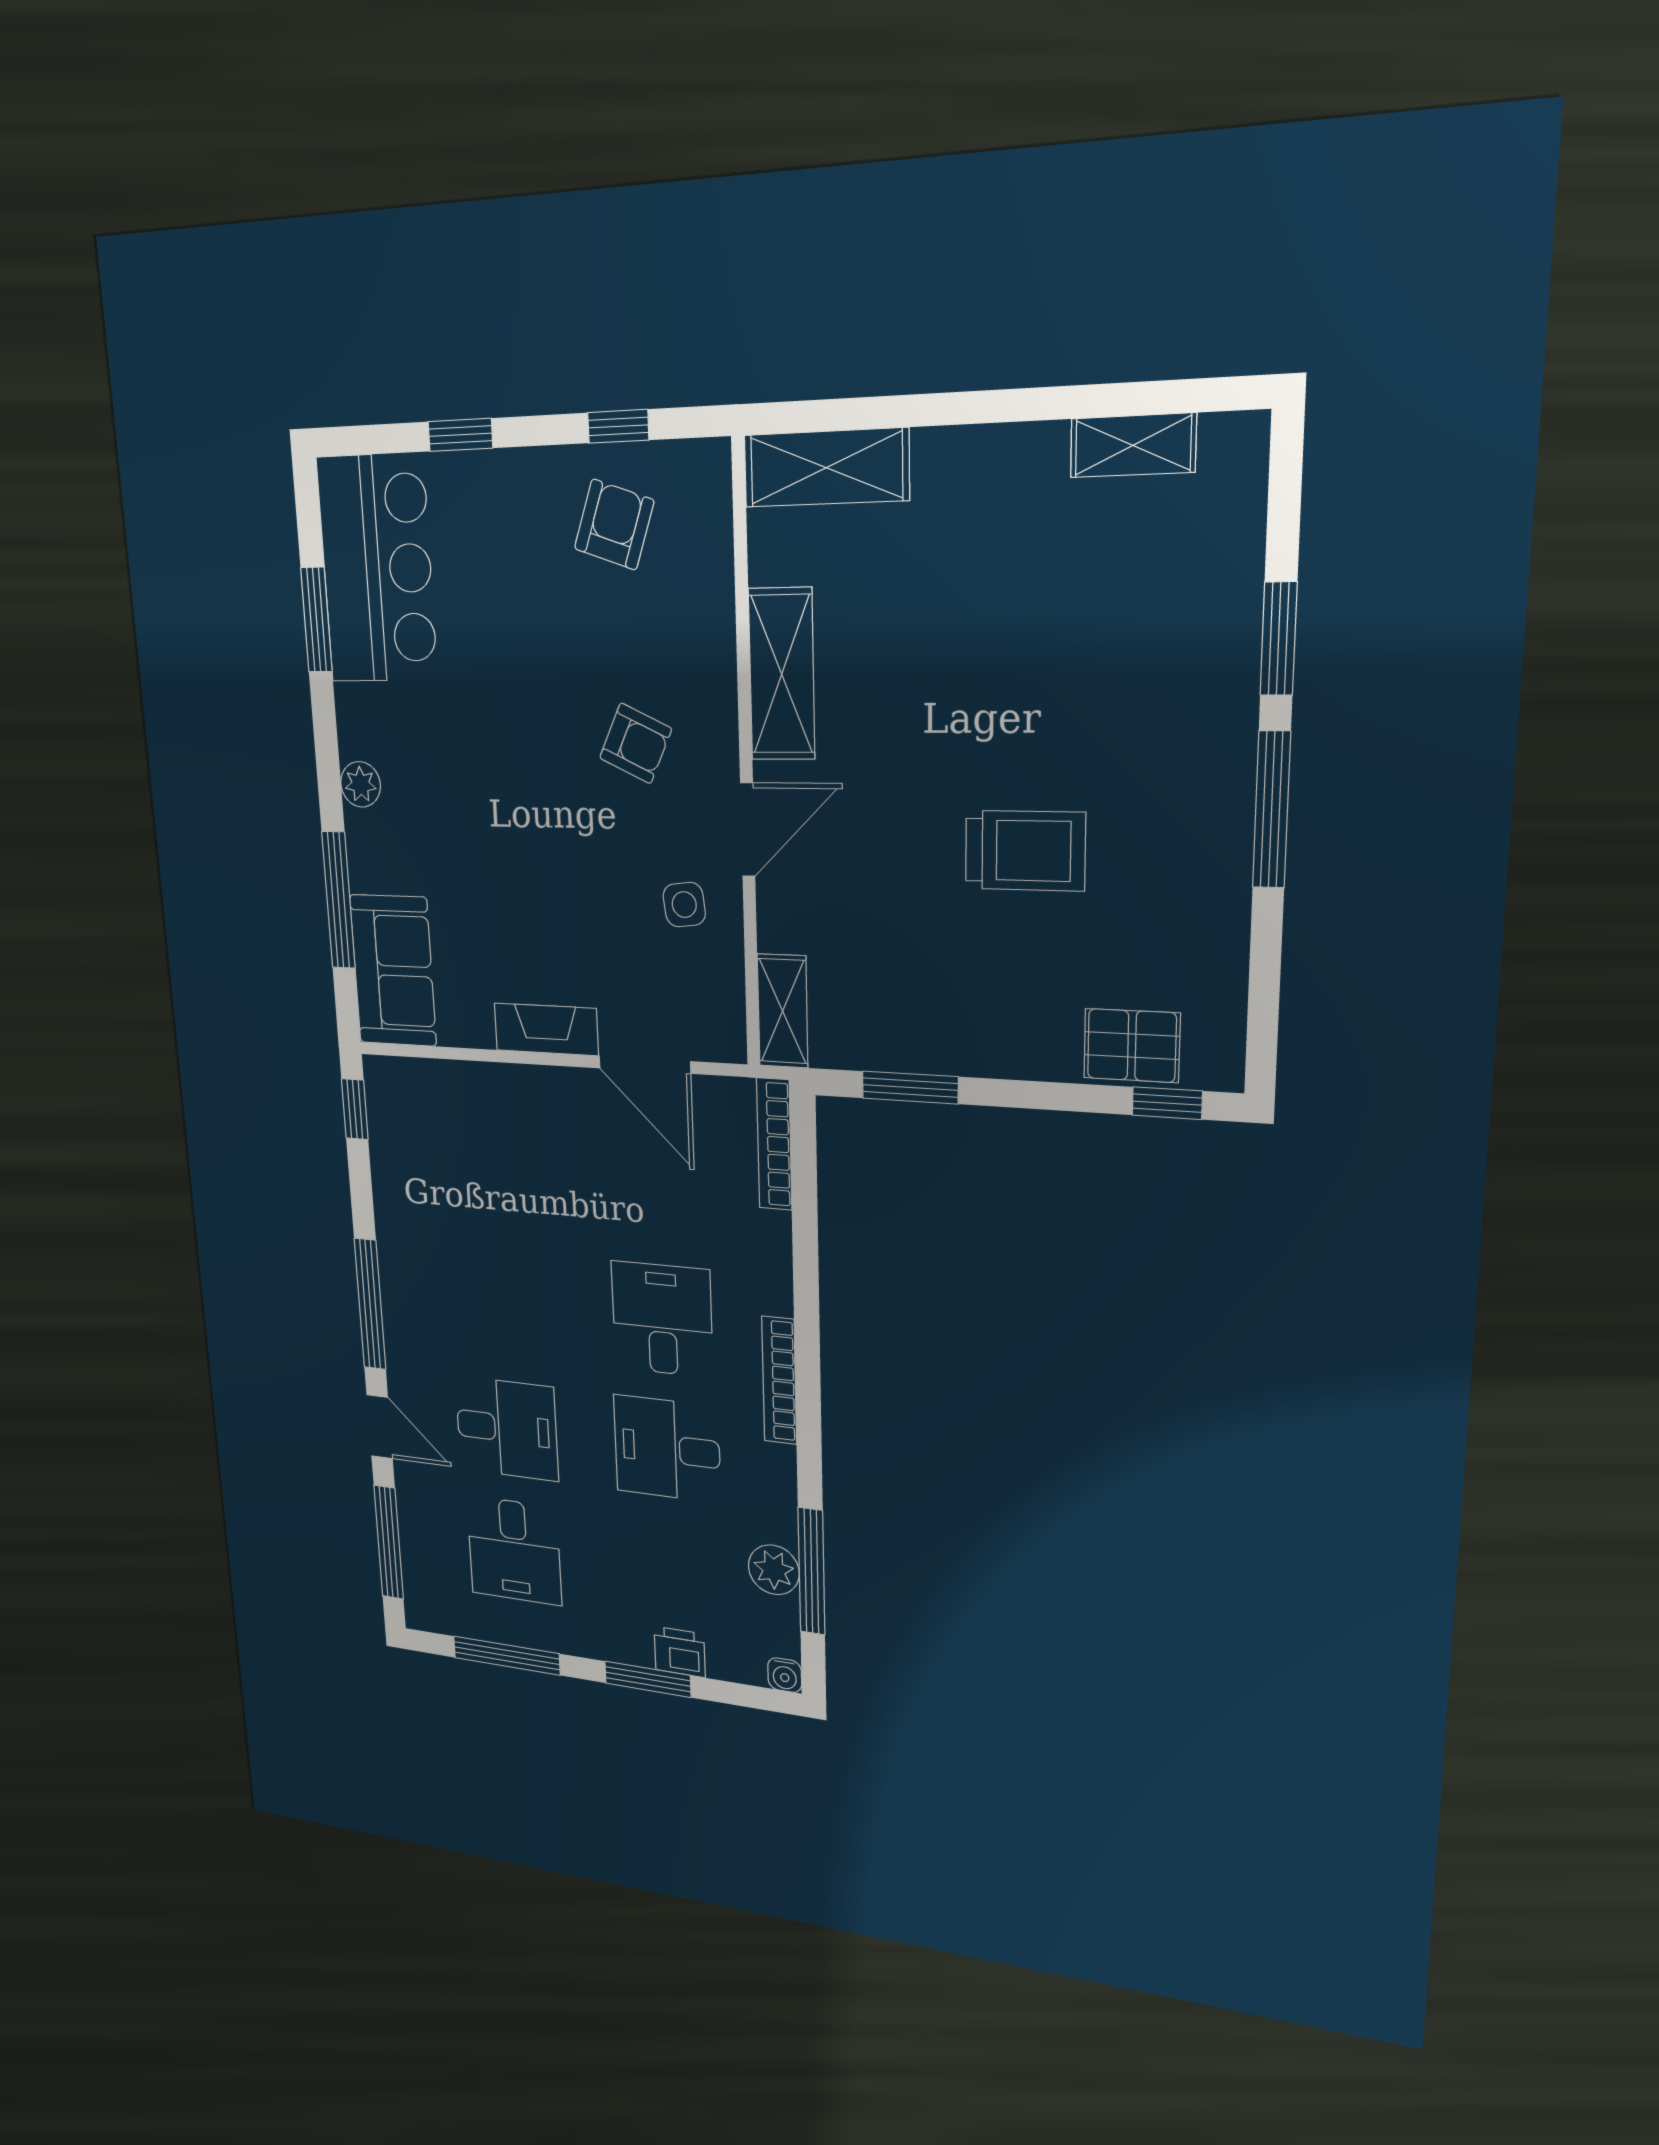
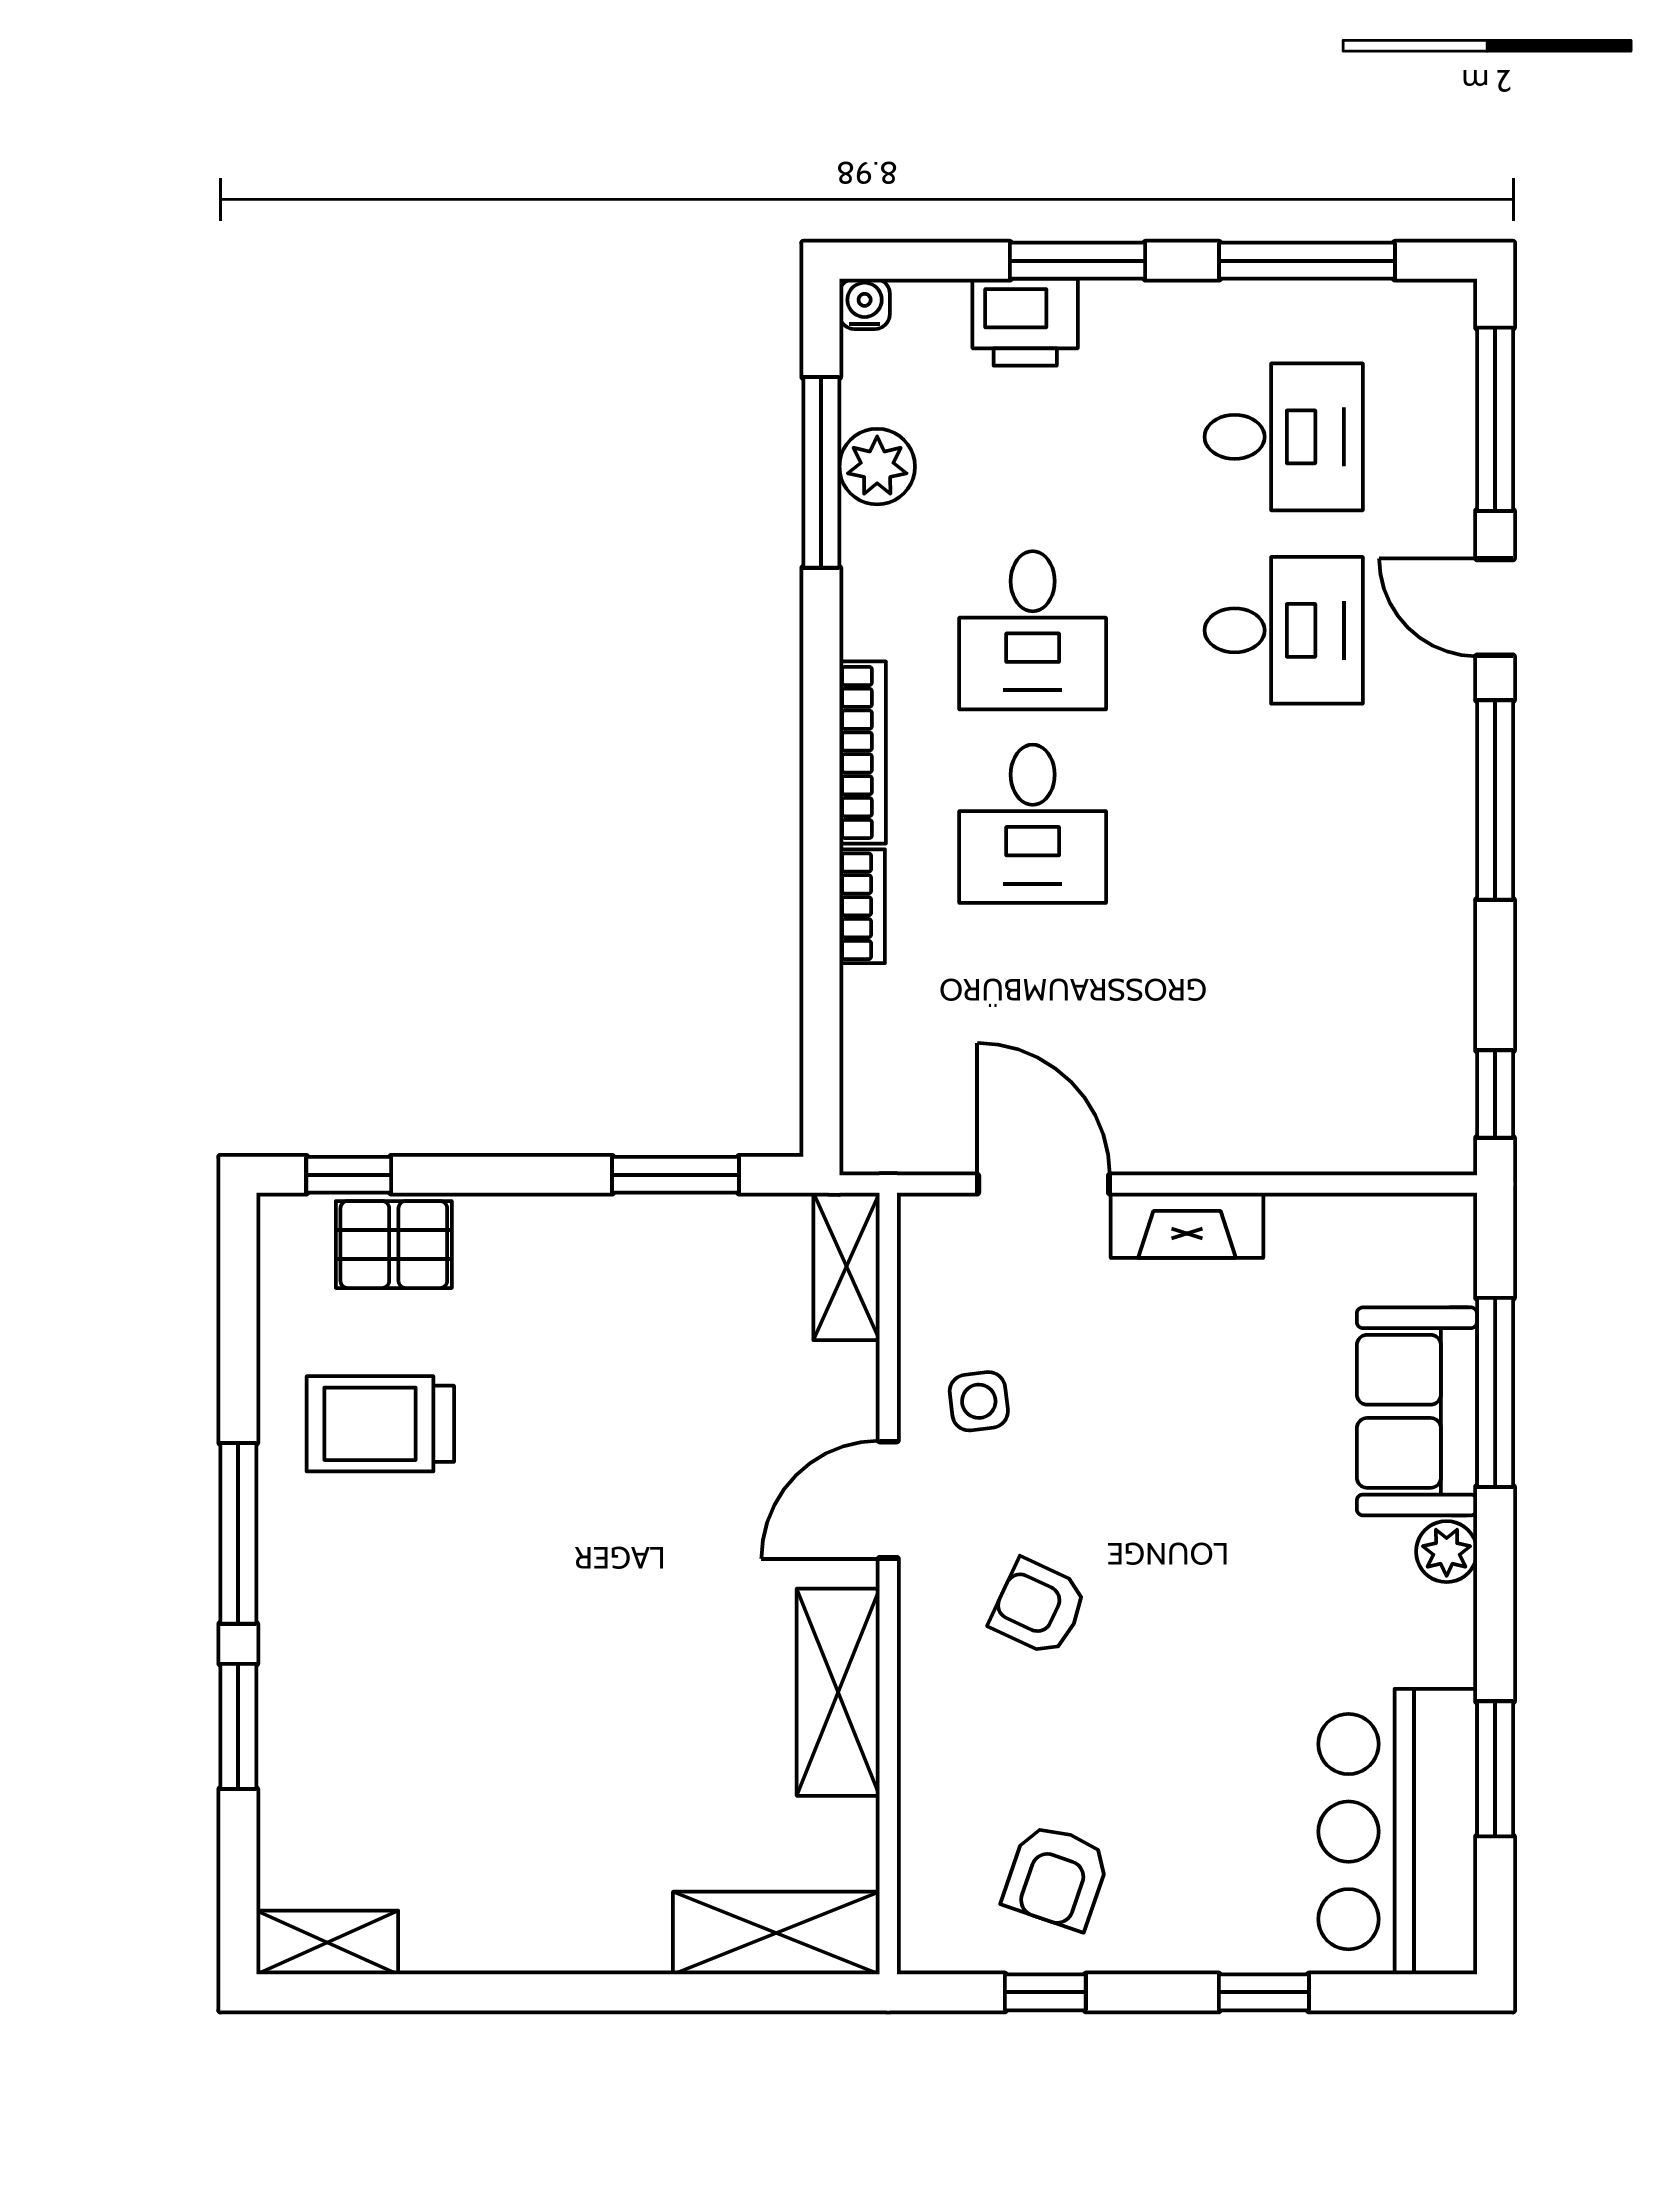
shelving: (1133, 445) -> (327, 1942), moved
trolley: (1025, 851) -> (380, 1424), moved
sofa: (393, 971) -> (1417, 1411), moved
bookcase: (774, 1144) -> (862, 906), moved, width x0.64
desk: (507, 1429) -> (1284, 630), turned 180
desk: (667, 1449) -> (1033, 630), turned 90
desk: (514, 1550) -> (1284, 437), turned 90
printer: (680, 1652) -> (1025, 322), width x1.36, depth x1.24

